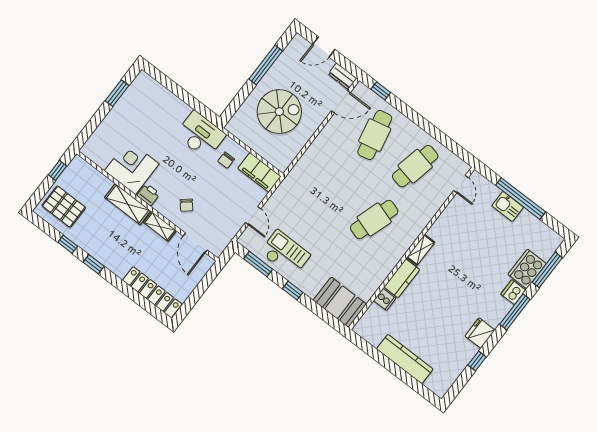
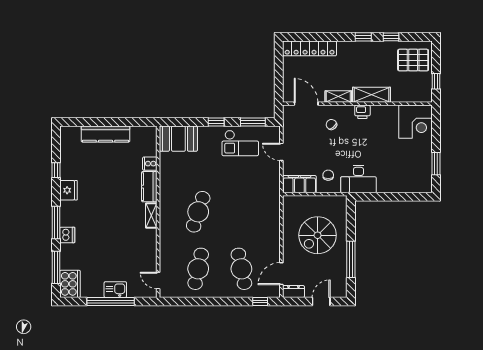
corner desk: (132, 167) -> (415, 122), moved
cooker: (527, 269) -> (70, 284), moved

